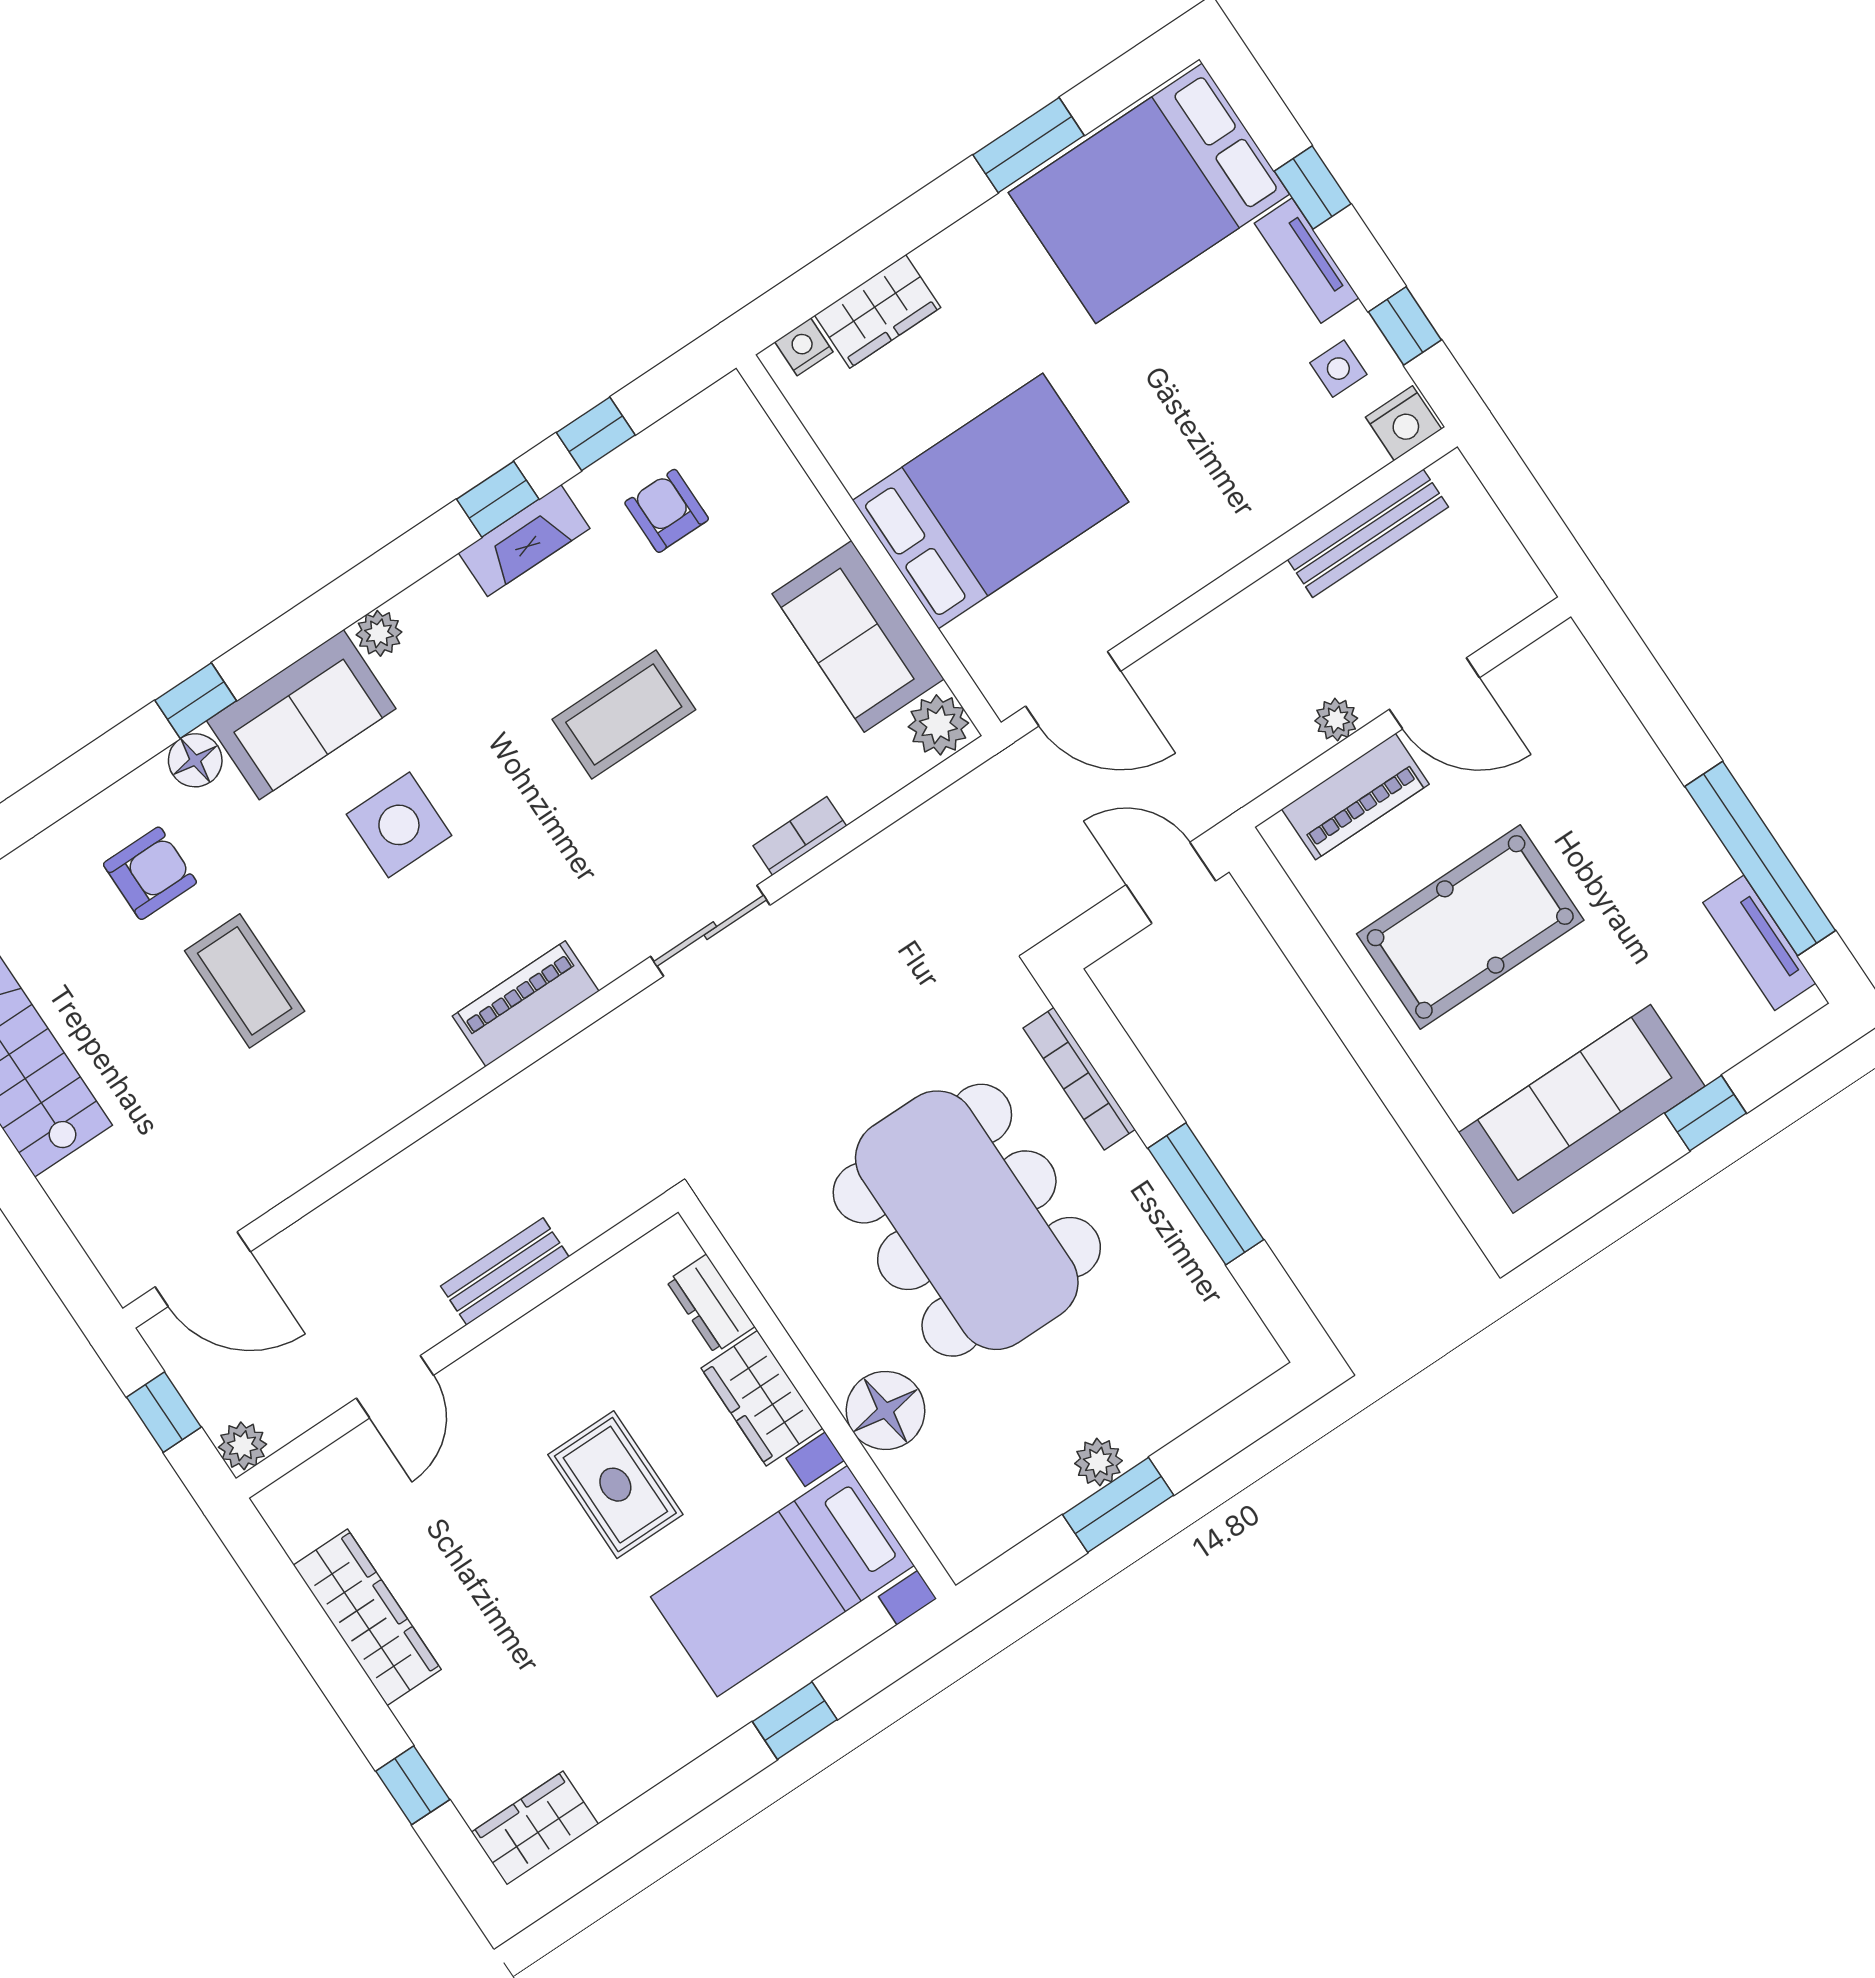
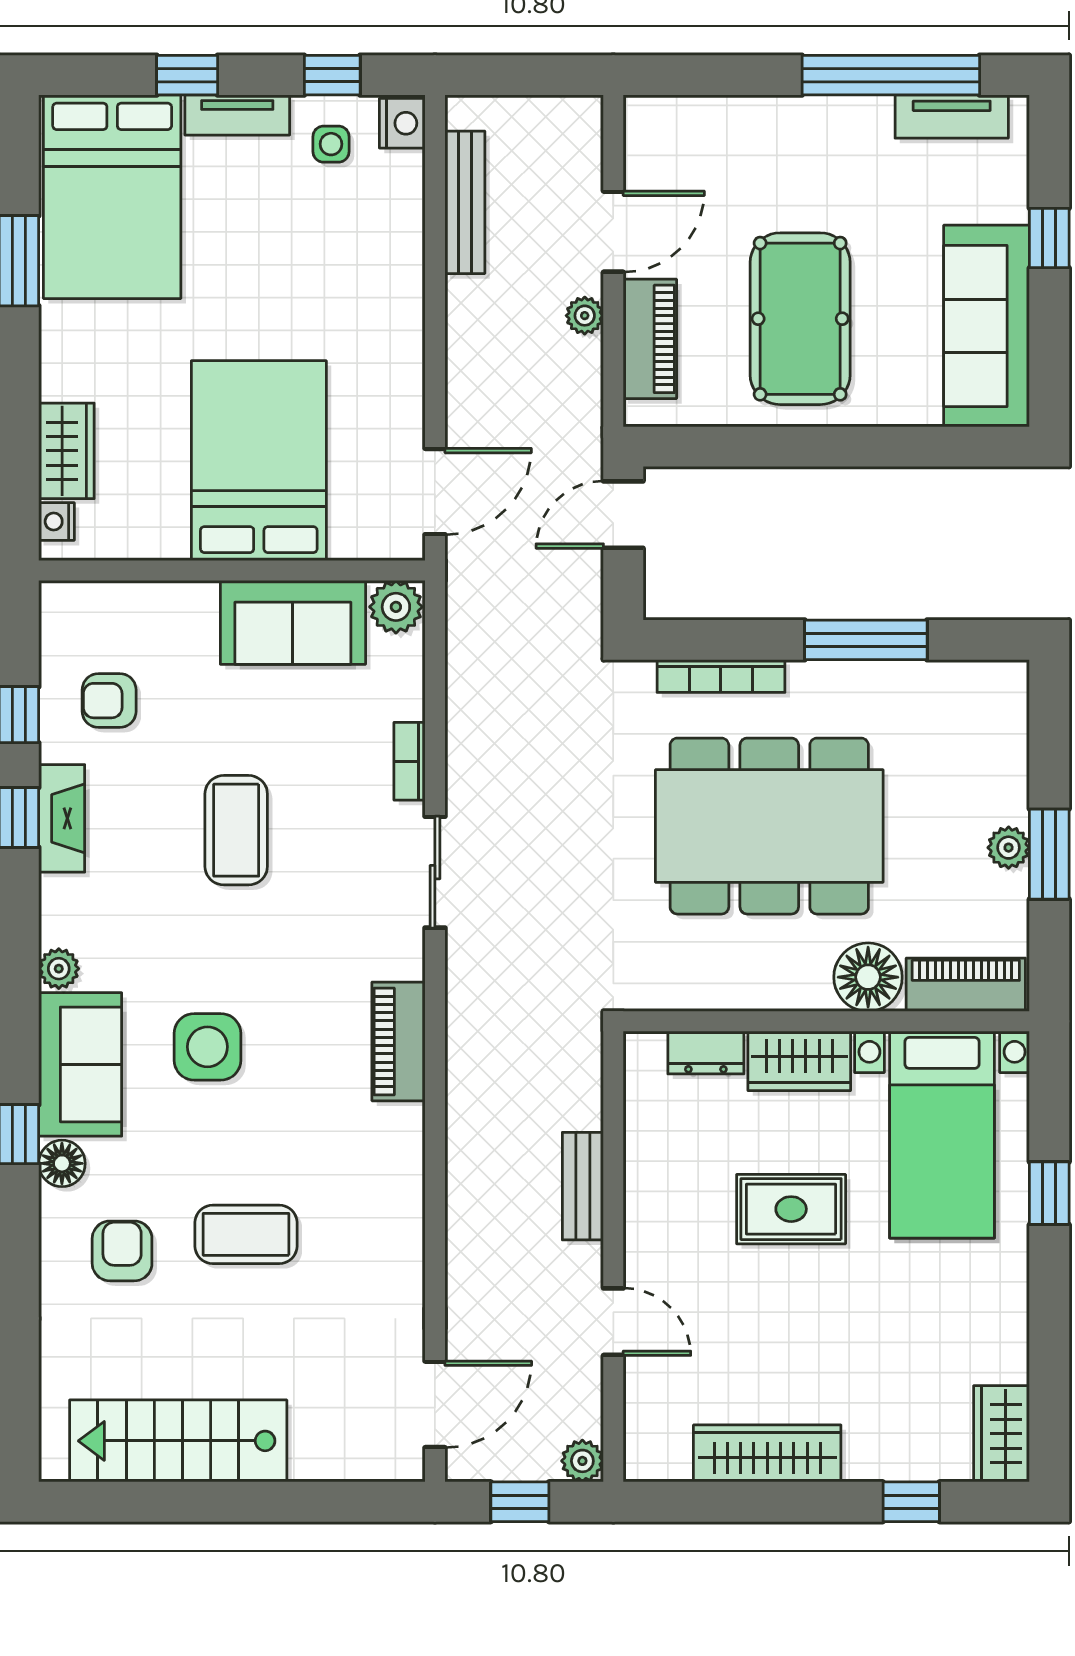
piano: (940, 1508) -> (966, 985), added

